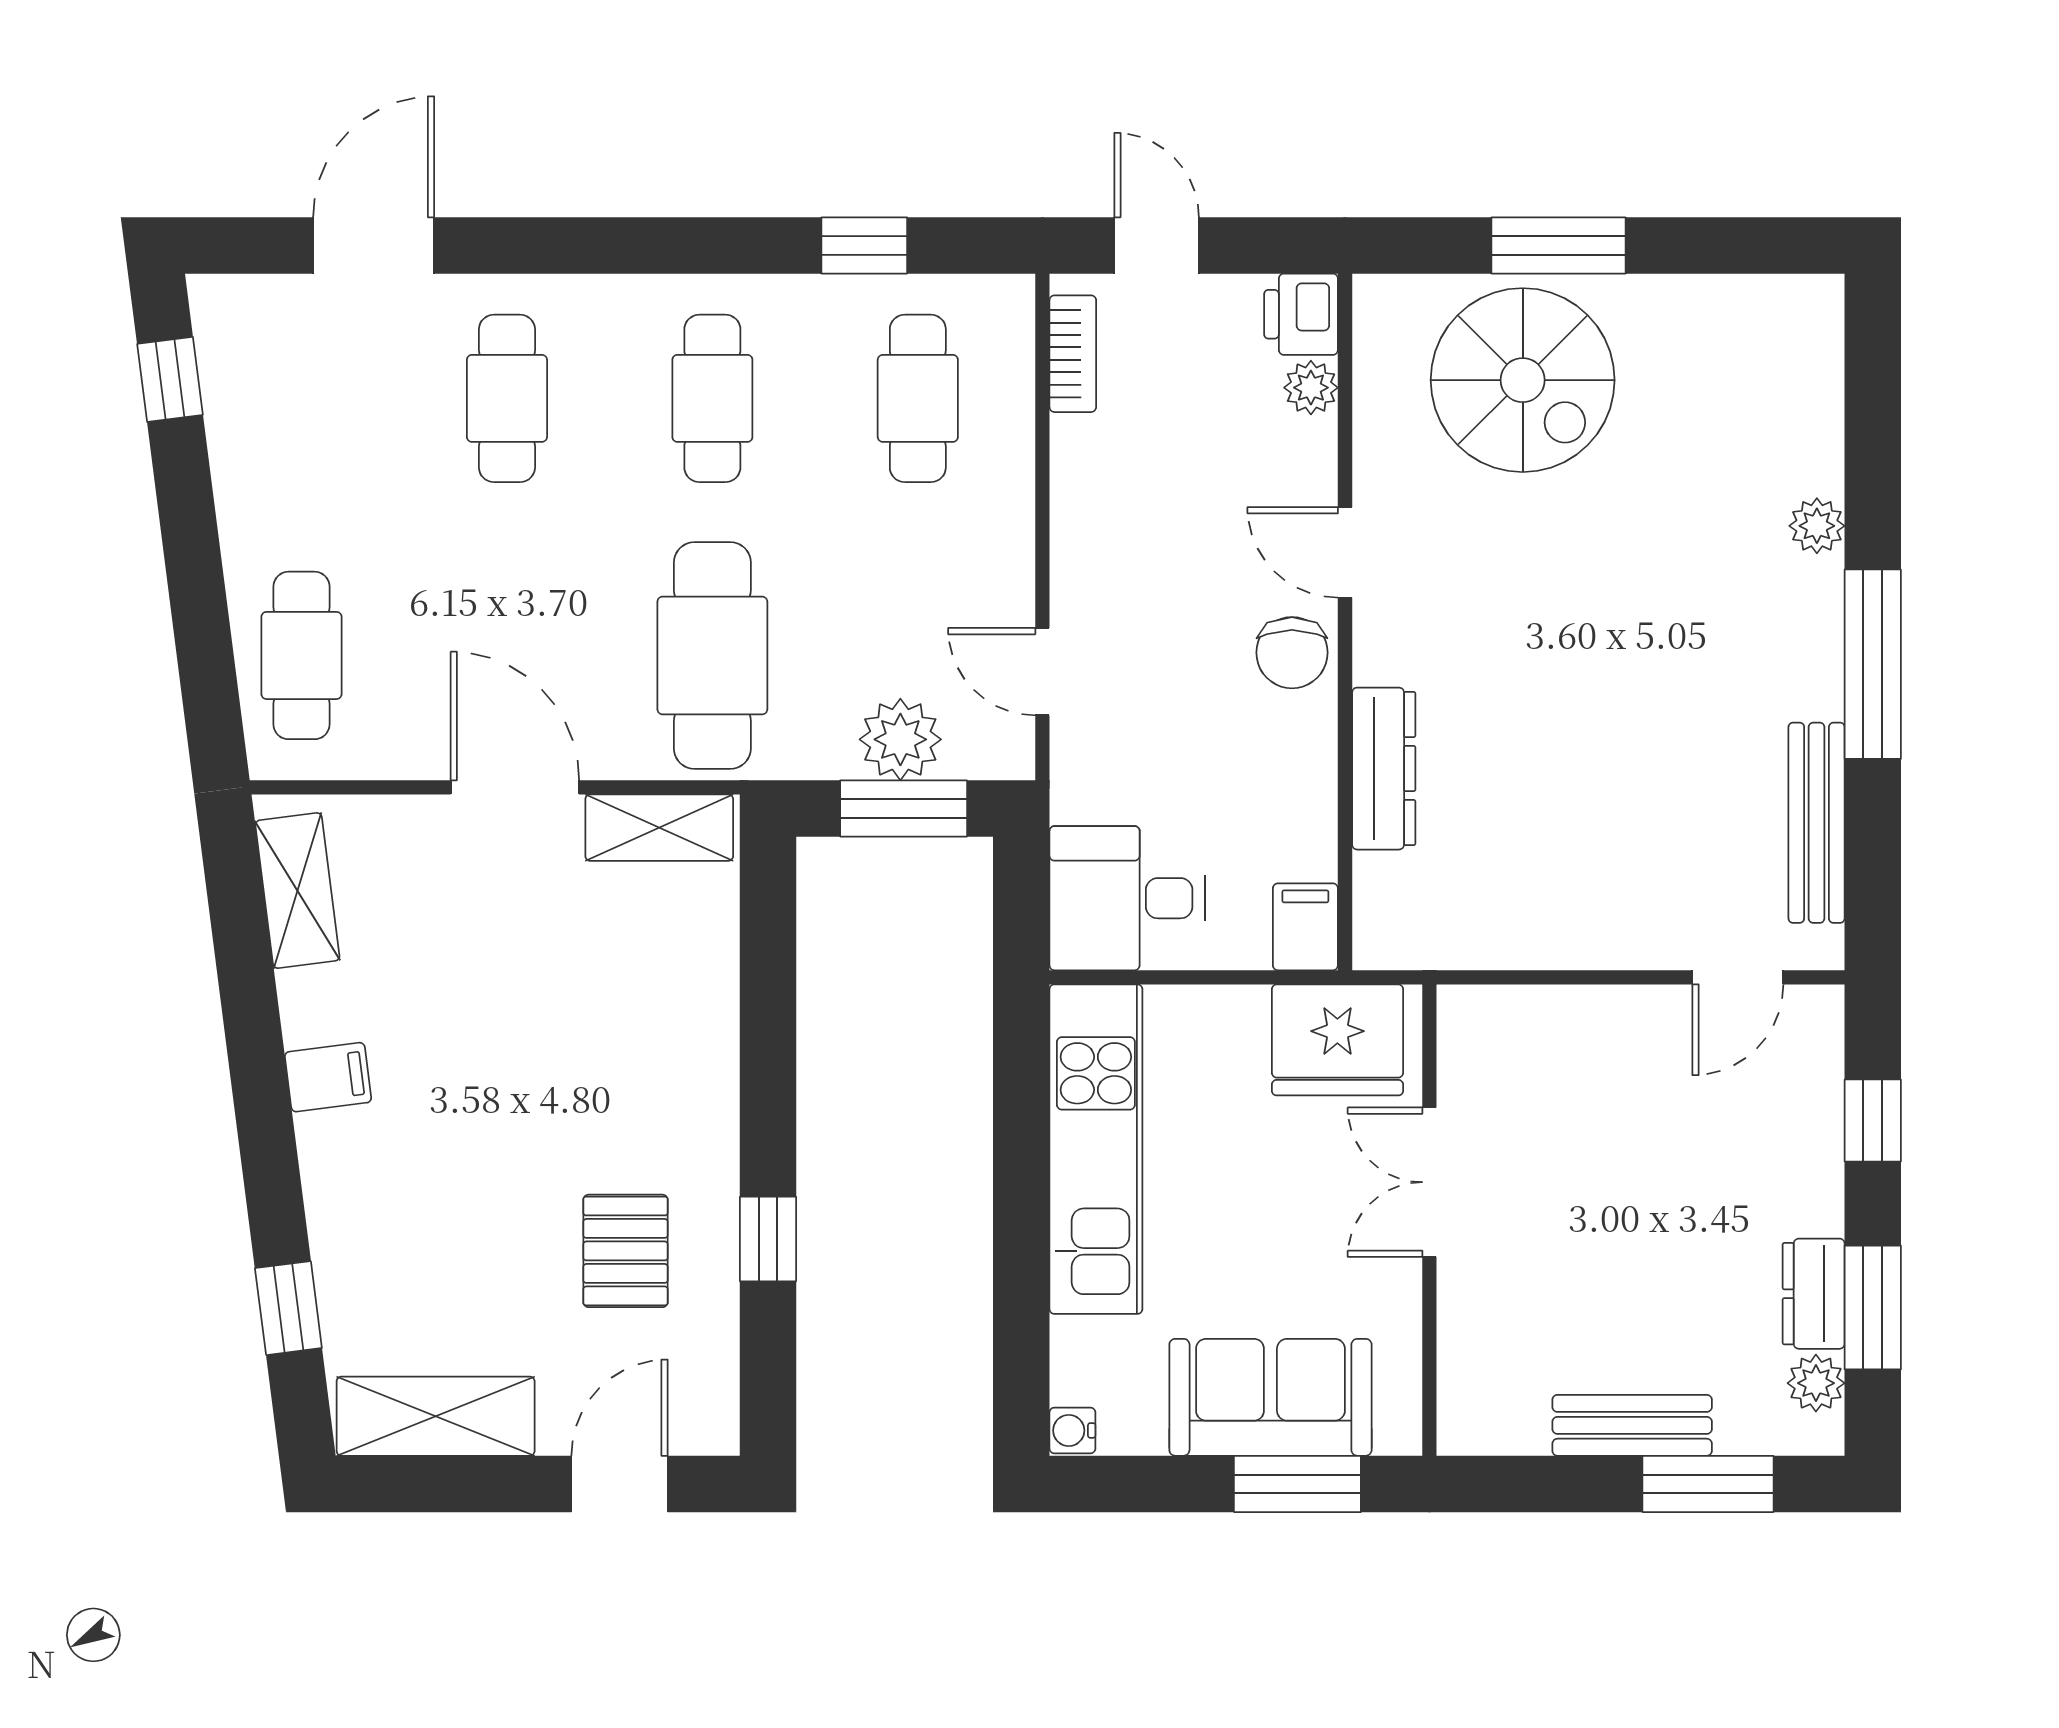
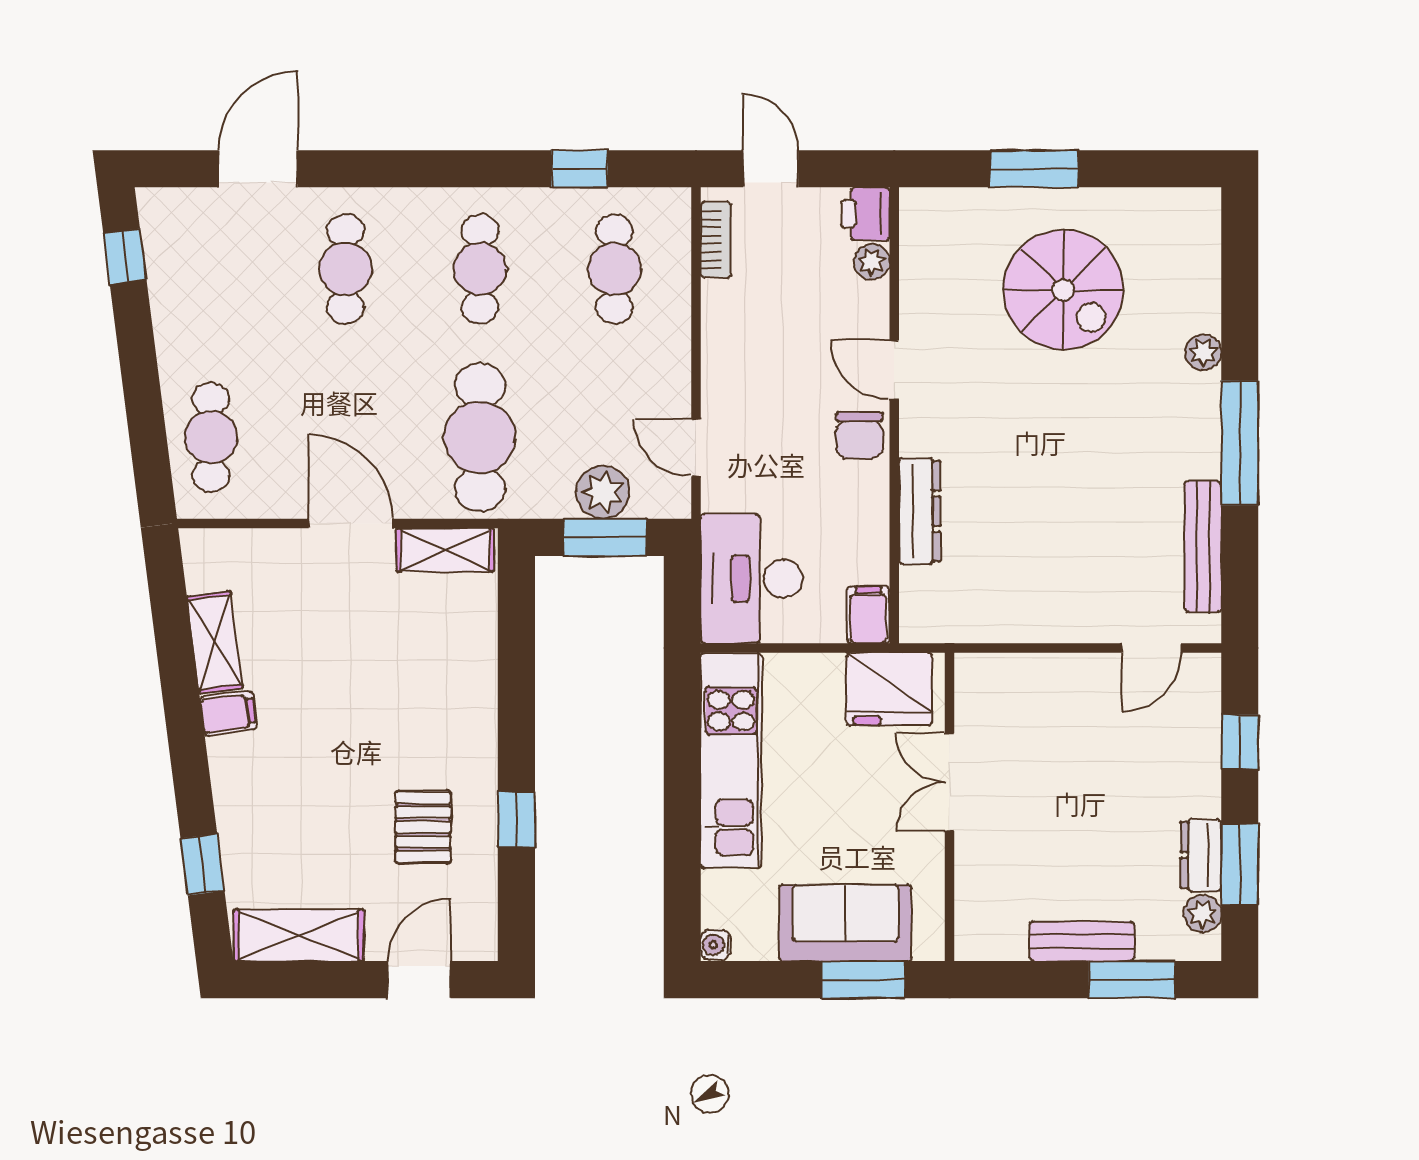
spiral stairs: (1523, 380) -> (1063, 290), moved
shelving: (297, 891) -> (215, 642), moved
desk: (1127, 898) -> (752, 579), width x1.37

